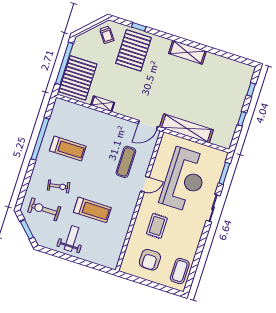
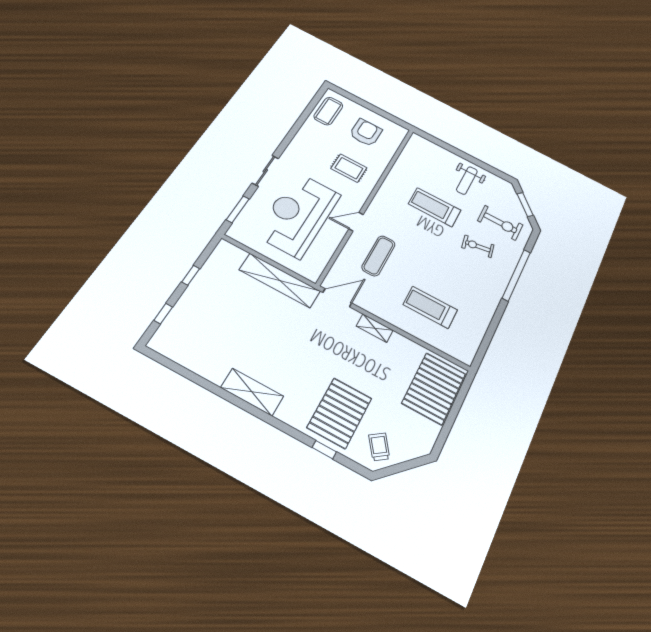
window: (64, 63) -> (453, 415), removed
shelving: (103, 104) -> (375, 328), moved
window: (40, 139) -> (516, 275), moved
treadmill: (68, 148) -> (430, 307), moved
rug: (157, 226) -> (349, 168), turned 90

